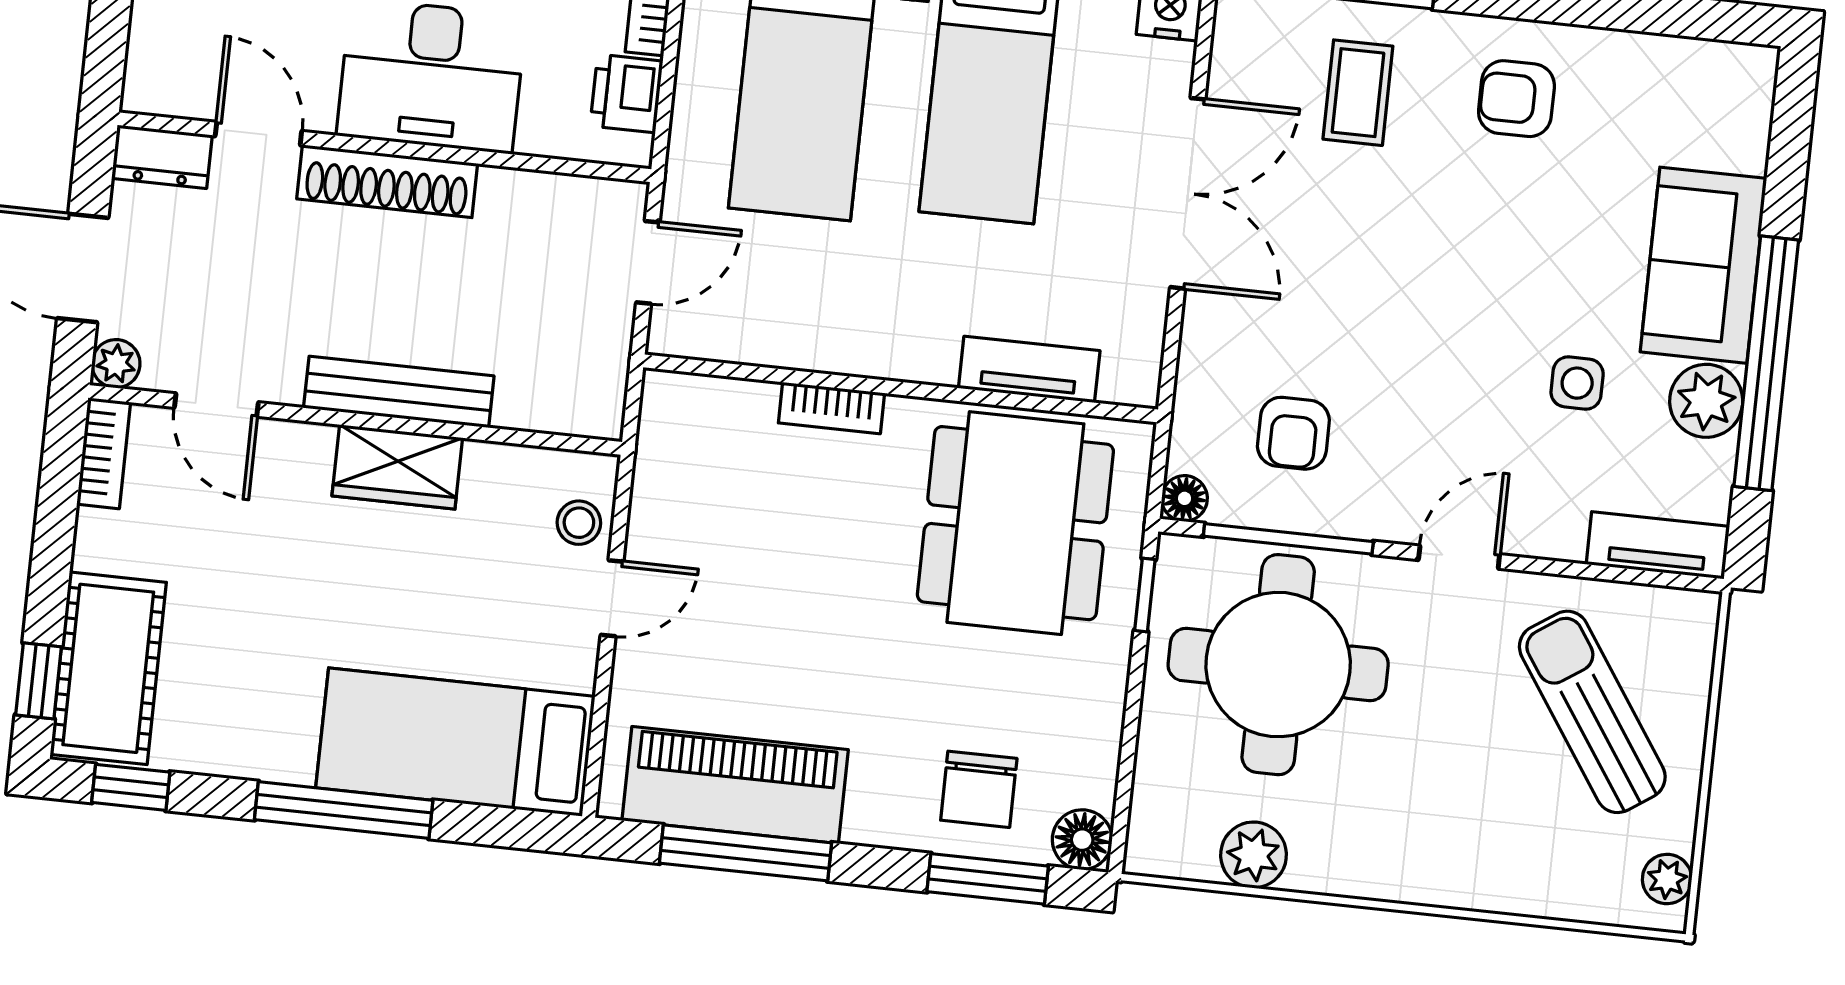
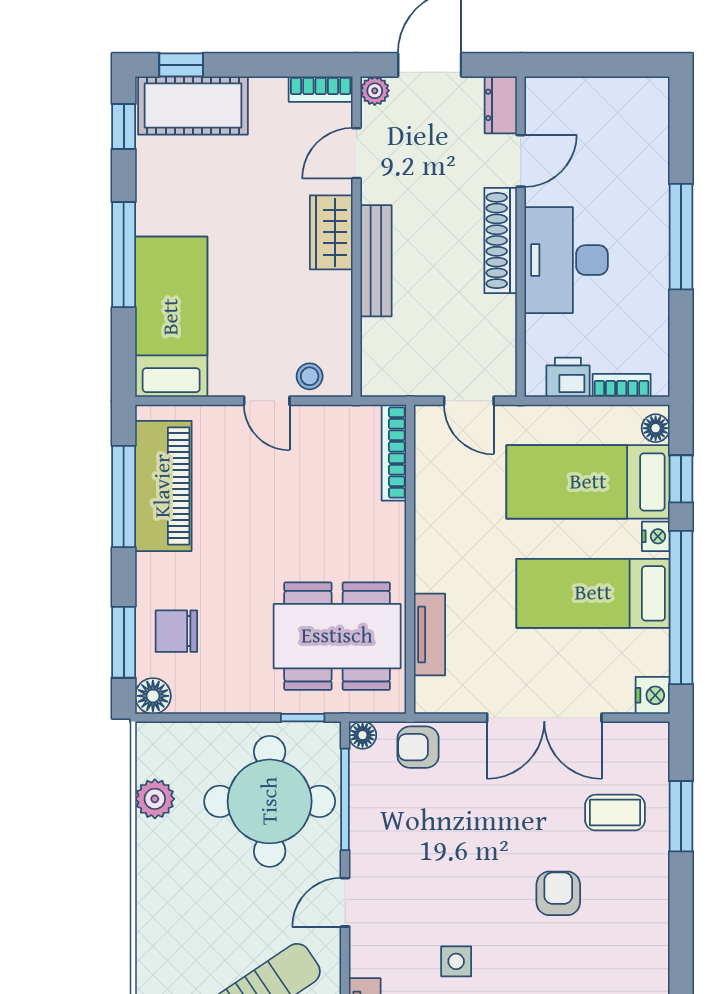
armchair: (1516, 99) -> (558, 893), moved
bookcase: (831, 408) -> (394, 453), moved, width x1.56
armchair: (1293, 433) -> (418, 747), moved
wardrobe: (397, 467) -> (331, 232), moved
door: (1459, 557) -> (345, 902), swing flipped

